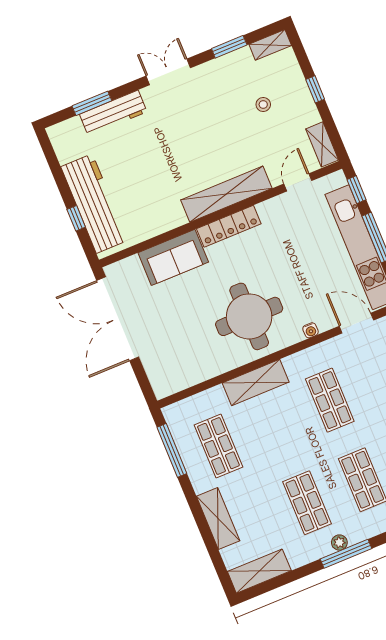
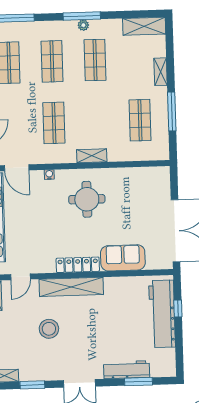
stool: (263, 104) -> (49, 329), moved, width x1.89, depth x1.89
round table: (249, 316) -> (87, 199), width x0.73, depth x0.73
shelving: (256, 383) -> (92, 156), width x0.67, depth x0.75
window: (172, 450) -> (172, 111), moved
shelving: (218, 519) -> (161, 72), width x0.67, depth x0.75

